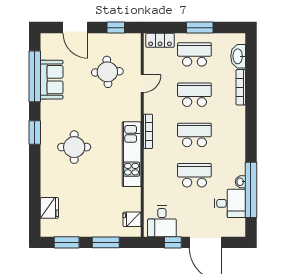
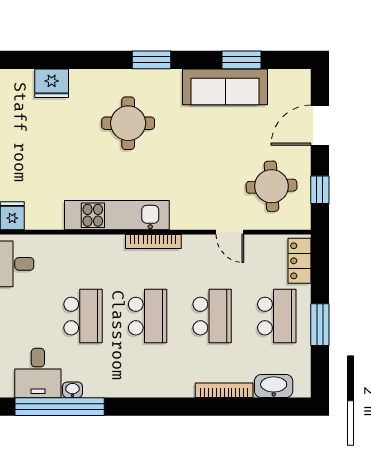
round table: (107, 72) -> (272, 186), moved
window: (35, 76) -> (242, 60), width x0.47
sofa: (52, 80) -> (225, 87), width x1.36
fridge: (49, 208) -> (52, 83), moved

